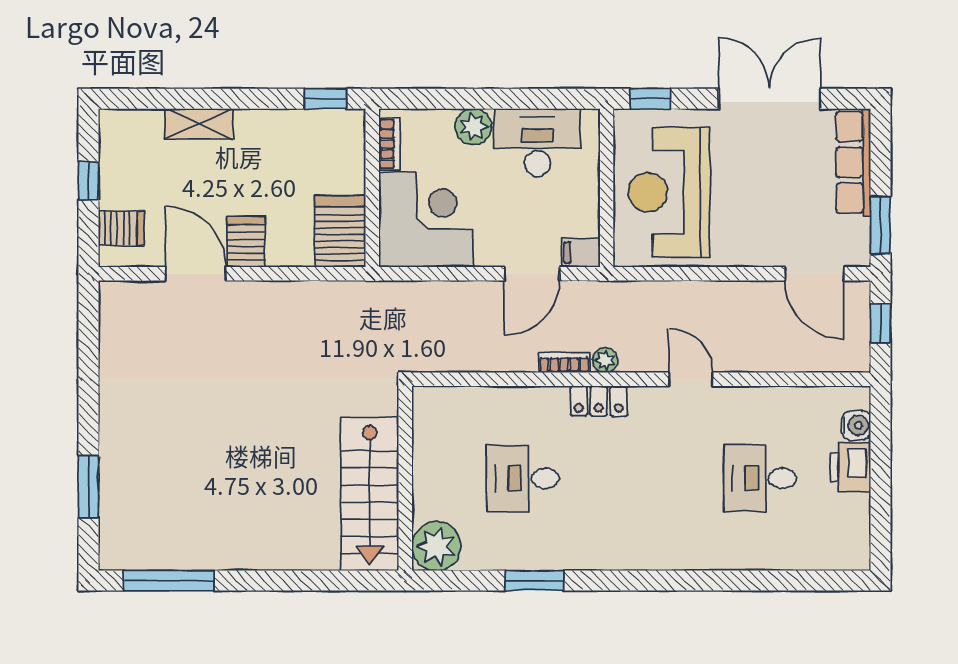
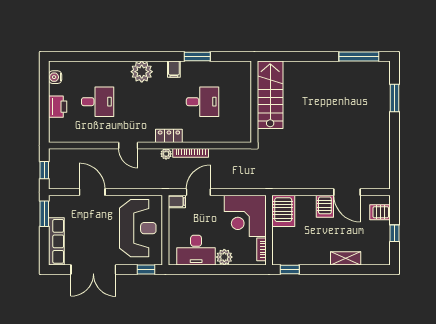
door: (814, 274) -> (92, 192), moved
bookcase: (564, 362) -> (191, 153), width x1.56
water cooler: (856, 425) -> (55, 77), moved
plant: (436, 546) -> (142, 72), moved
filing cabinet: (587, 552) -> (174, 69), added

